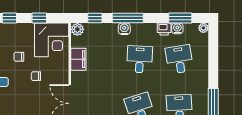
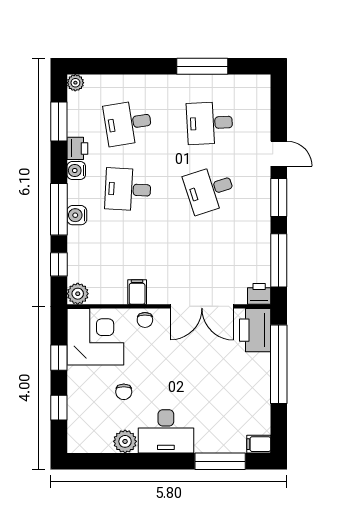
water cooler: (177, 28) -> (76, 171), moved
filing cabinet: (78, 59) -> (137, 292), width x0.50
chair: (36, 76) -> (145, 320), moved

